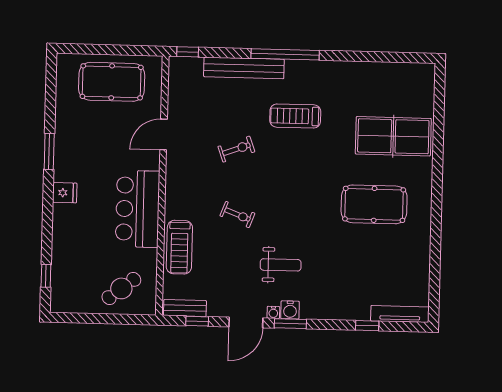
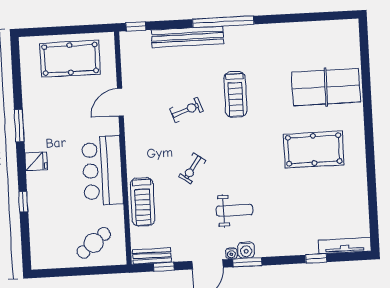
treadmill: (295, 116) -> (235, 94), moved, turned -90
exercise bike: (237, 215) -> (192, 168), turned 105
window: (46, 276) -> (23, 202), moved

